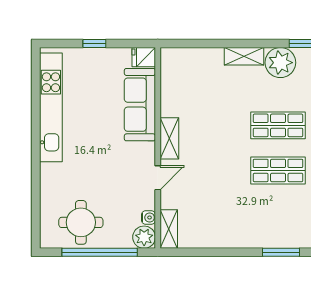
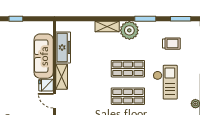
fridge: (144, 57) -> (46, 85), moved
freezer: (172, 91) -> (63, 47), added
door: (158, 178) -> (54, 101), swing flipped

